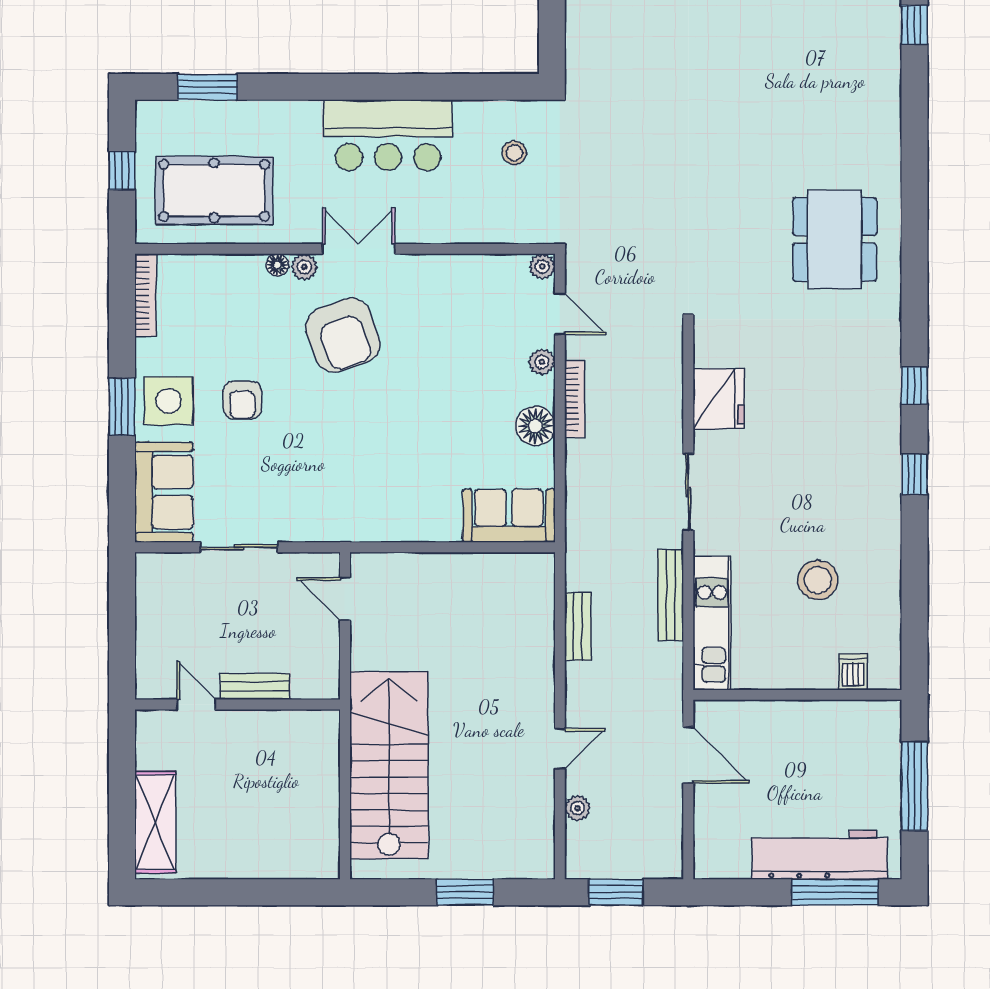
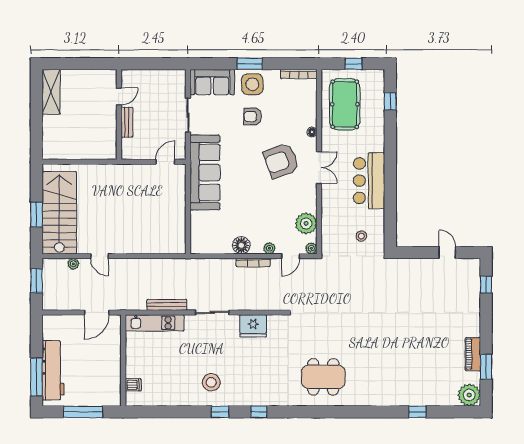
window: (208, 87) -> (390, 101), width x0.67
plant: (304, 267) -> (306, 223), moved, width x1.88, depth x1.88
sofa: (509, 516) -> (205, 173), moved, width x1.85, depth x1.27
stool: (818, 580) -> (211, 382), moved
bench: (578, 626) -> (153, 264), removed
stairs: (389, 765) -> (59, 213), moved, turned -90
shelving: (155, 822) -> (51, 92), moved, turned 90

